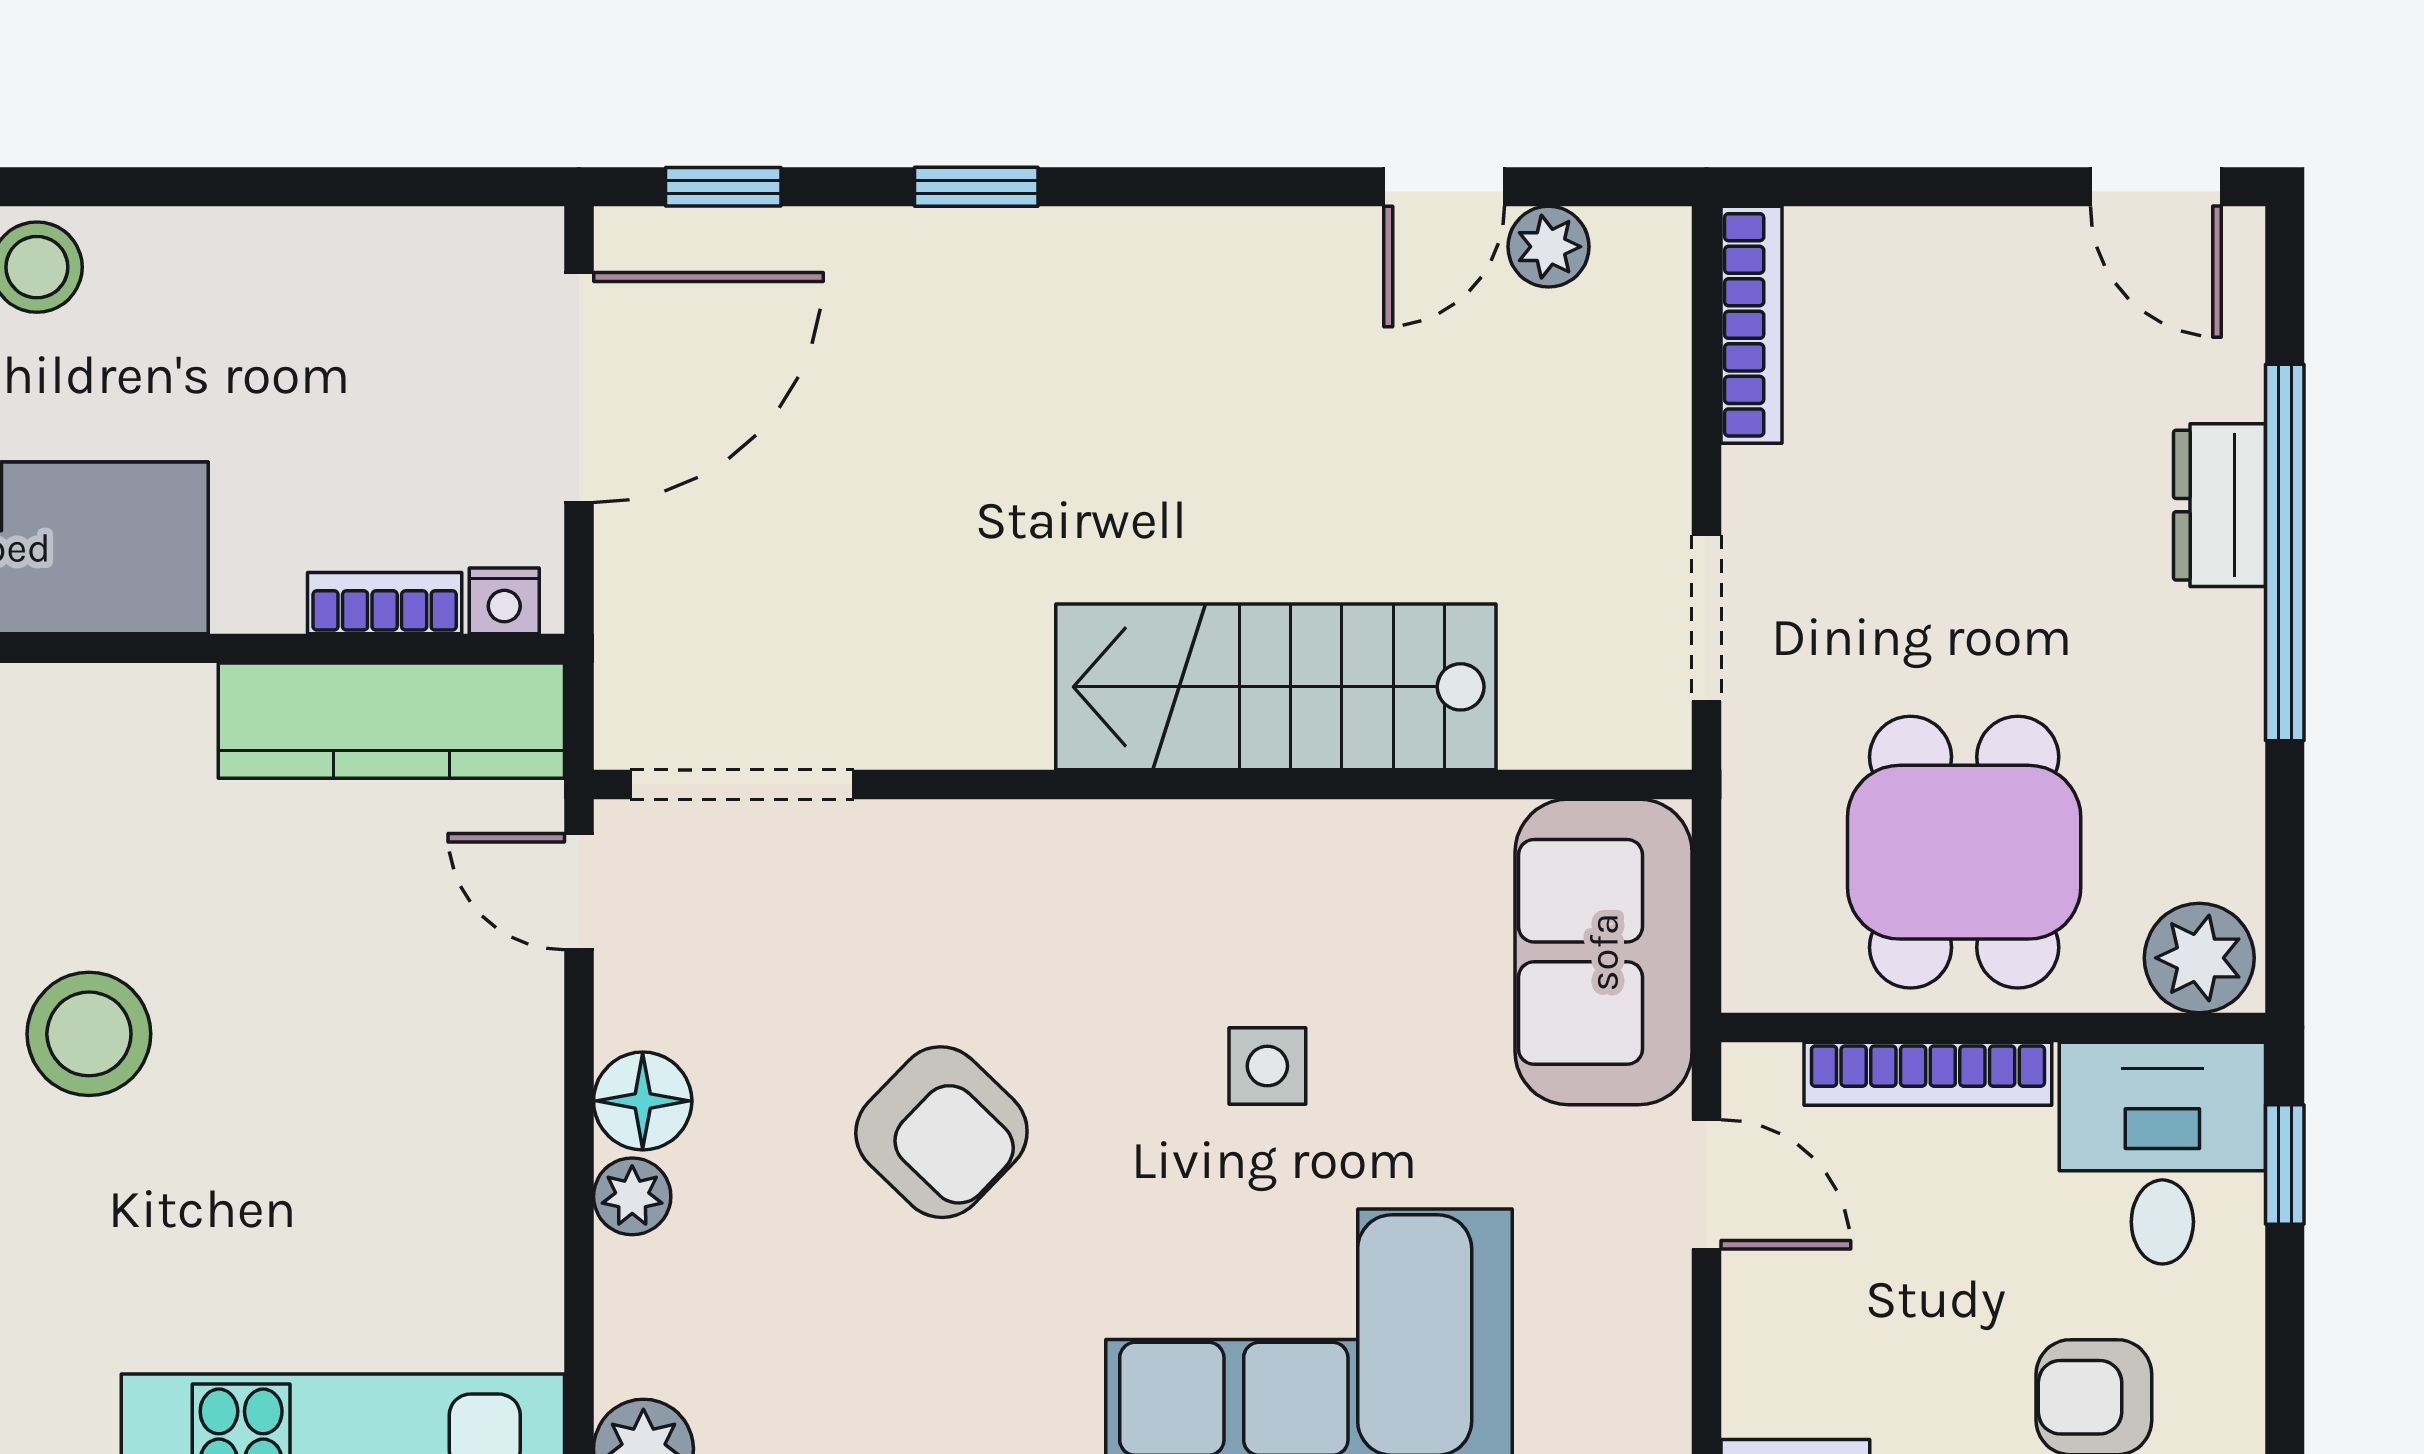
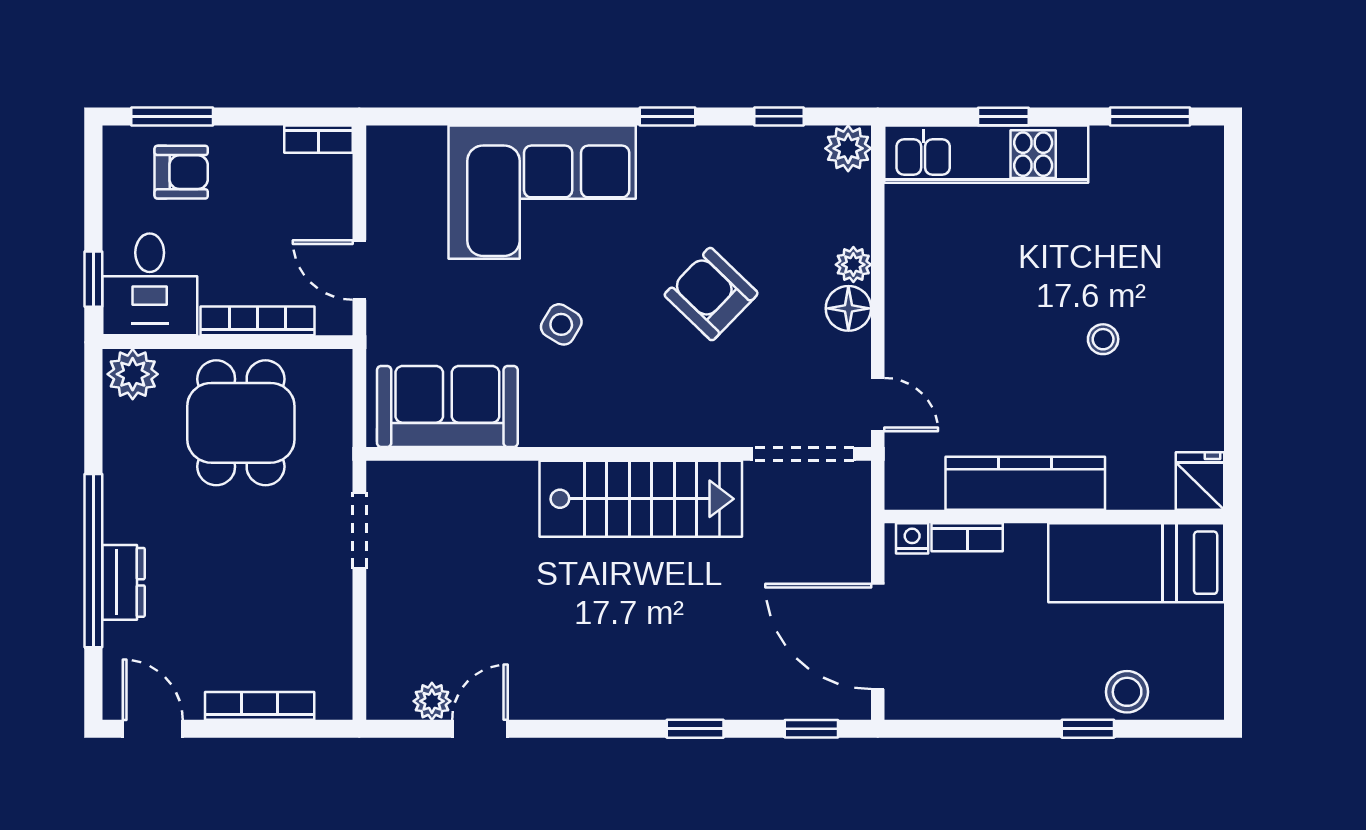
window: (122, 187) -> (1088, 729), added
bookcase: (1751, 325) -> (260, 706), moved, turned 90
door: (579, 388) -> (878, 636), hinge flipped
stairs: (1276, 687) -> (641, 499), moved
kitchen counter: (391, 721) -> (1025, 483), moved
sofa: (1604, 952) -> (447, 407), moved, turned -90
stool: (89, 1034) -> (1103, 339), width x0.53, depth x0.53
side table: (1267, 1066) -> (561, 324), turned 31

